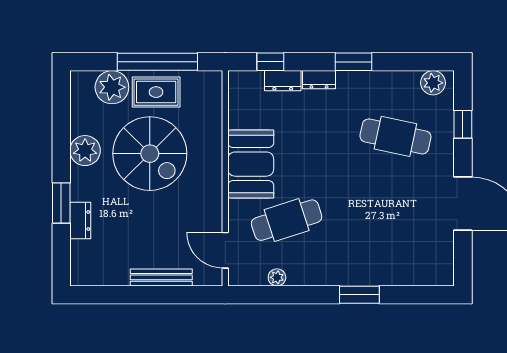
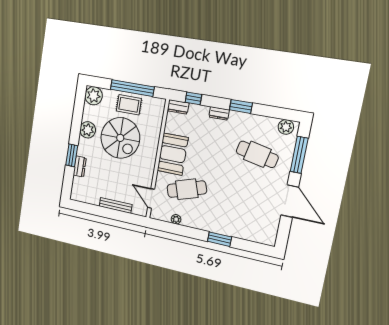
dresser: (283, 81) -> (178, 107), moved
plant: (112, 87) -> (94, 96), moved
window: (463, 124) -> (299, 155), width x2.17

